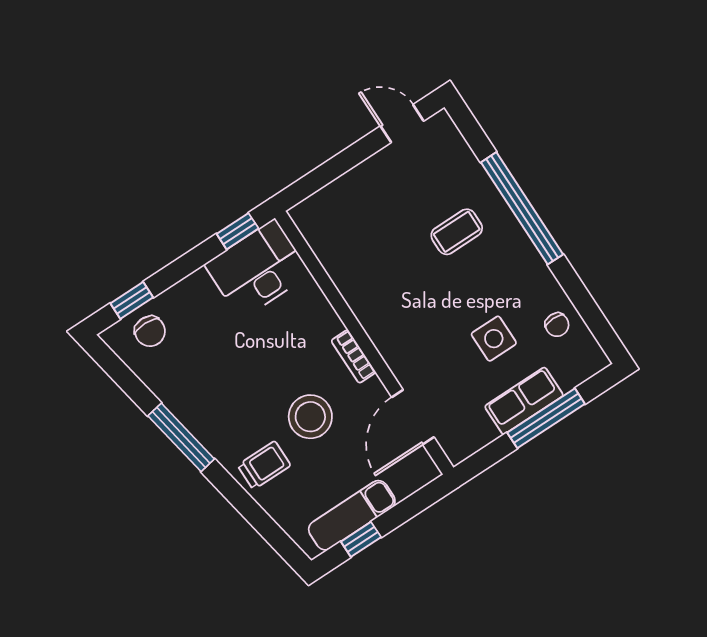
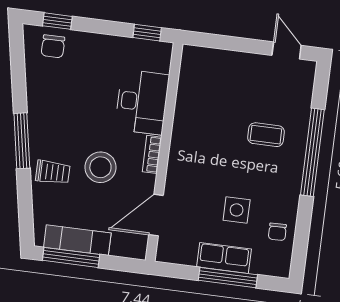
desk: (258, 269) -> (142, 102), moved, turned 90
window: (181, 437) -> (22, 141), moved
window: (361, 539) -> (71, 257), width x2.17

